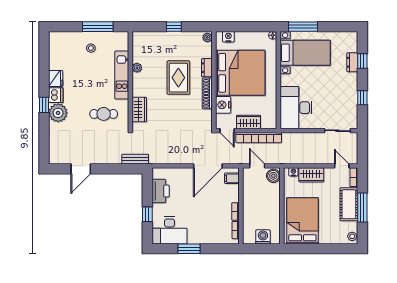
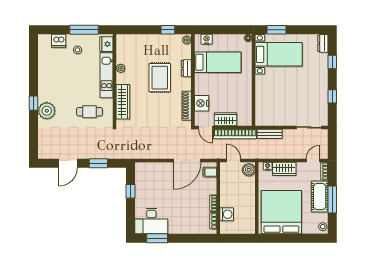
window: (174, 27) -> (168, 30), moved
window: (303, 27) -> (277, 30), width x0.69
dresser: (352, 62) -> (323, 43), moved
bed: (240, 73) -> (218, 62), width x0.49
fridge: (56, 78) -> (106, 44), moved, turned 180
shoe rack: (207, 93) -> (187, 106), moved
dishwasher: (56, 95) -> (59, 41), moved, turned 90
desk: (296, 108) -> (270, 106), removed
wardrobe: (139, 110) -> (123, 102), width x1.50
bench: (135, 159) -> (270, 134), moved
door: (342, 166) -> (313, 160), hinge flipped
window: (113, 169) -> (98, 163), added
printer: (161, 191) -> (143, 184), removed
window: (147, 214) -> (131, 191), moved
bed: (302, 221) -> (281, 212), width x1.36
washing machine: (263, 237) -> (227, 214), moved, turned 90
window: (189, 249) -> (157, 238), moved

